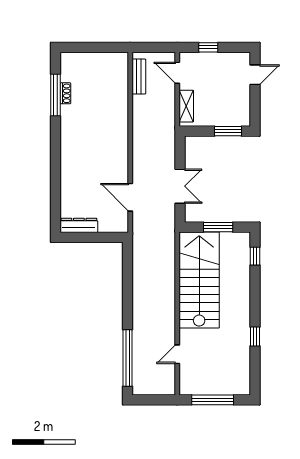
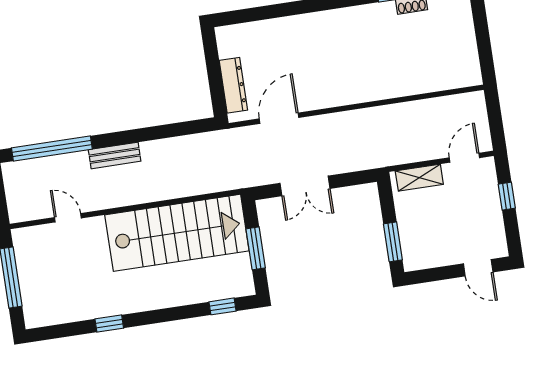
bench: (139, 77) -> (115, 155), moved
dresser: (79, 225) -> (233, 85), moved

